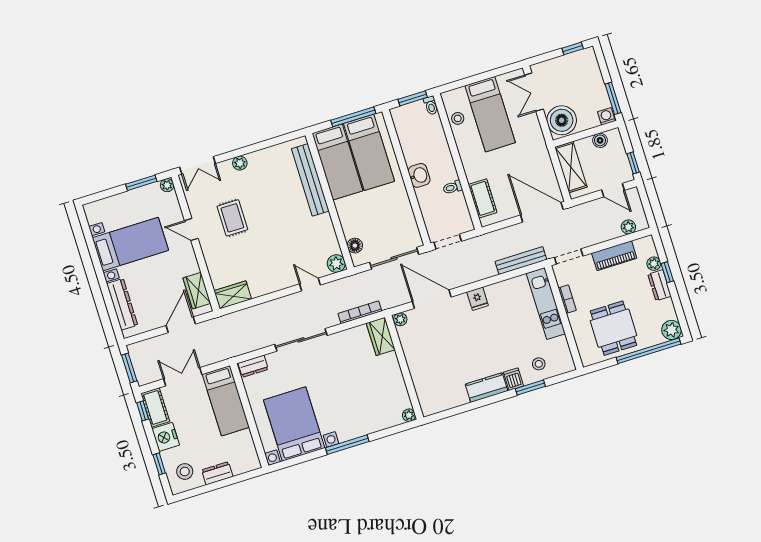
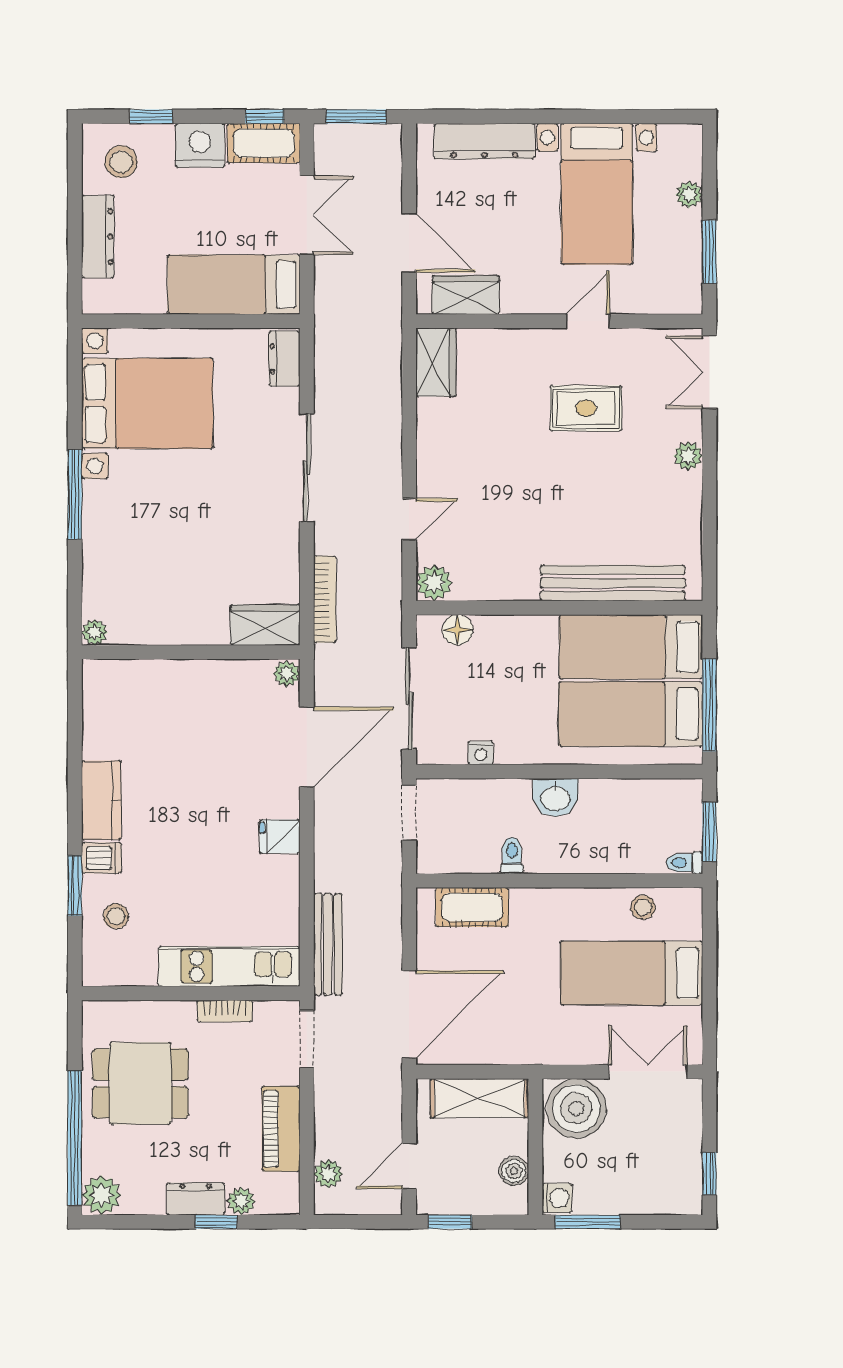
plant: (167, 185) -> (689, 195), moved
nightstand: (409, 217) -> (481, 753), added
dresser: (217, 473) -> (98, 237), width x1.44

